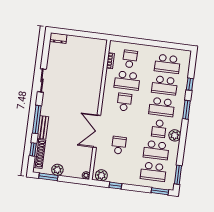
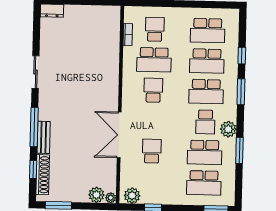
plant: (57, 170) -> (96, 195), moved
window: (178, 175) -> (239, 150), moved

